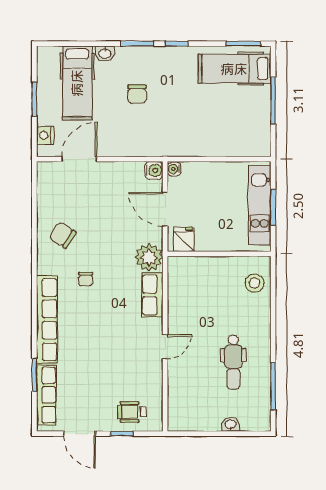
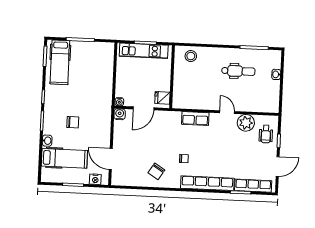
plant: (149, 257) -> (246, 123), moved

